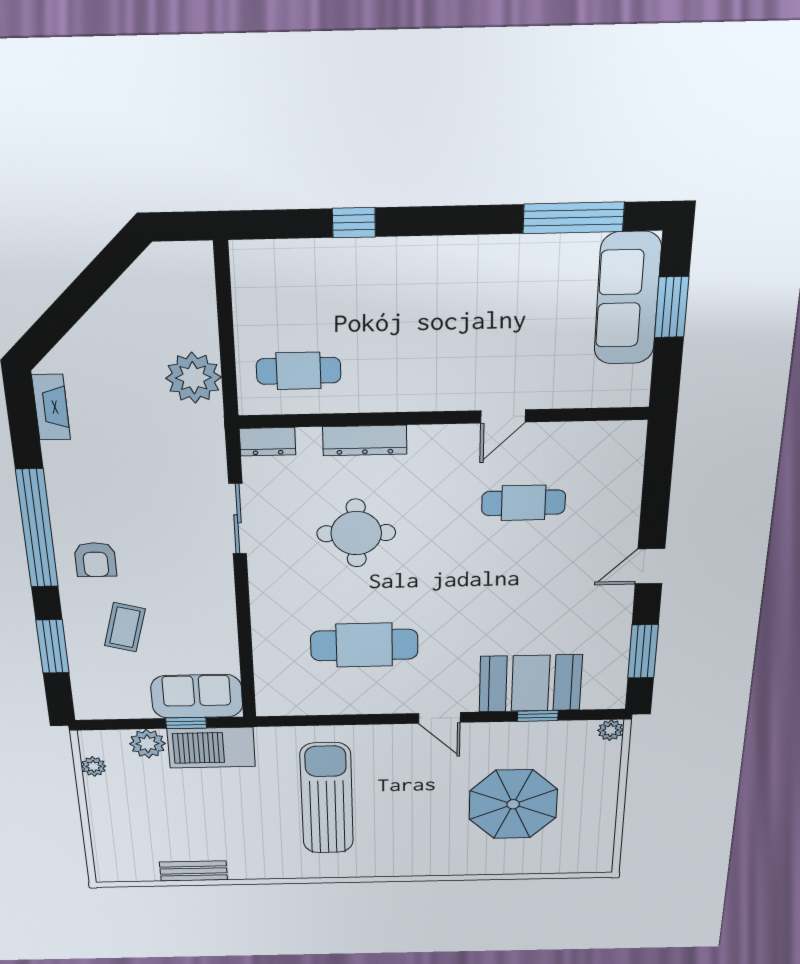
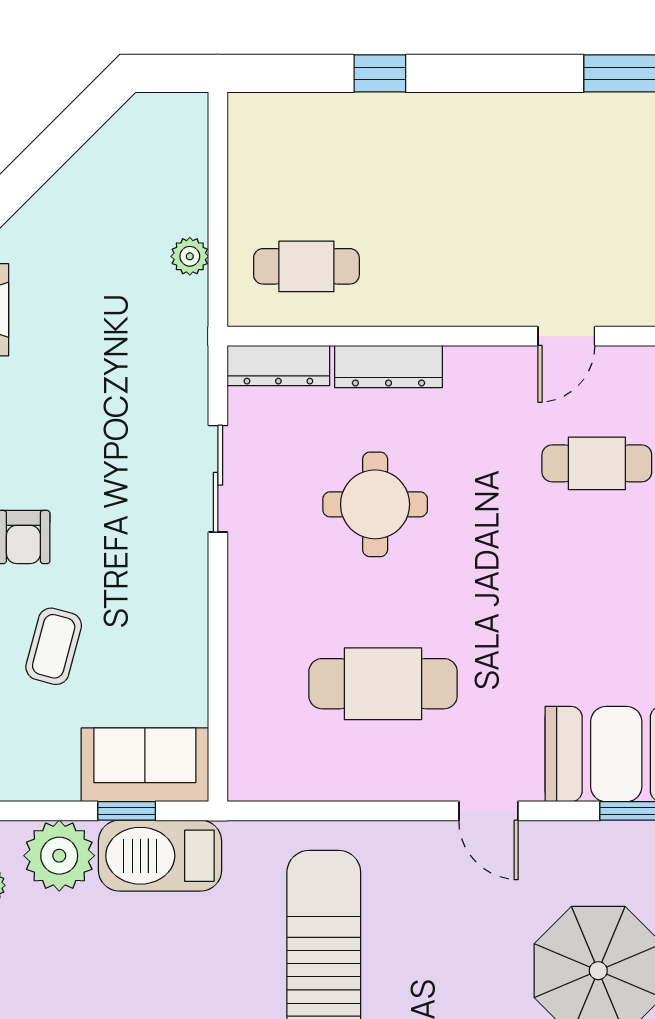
plant: (193, 378) -> (190, 256), width x0.53, depth x0.53
dresser: (268, 442) -> (278, 365), width x1.44
plant: (148, 744) -> (59, 856), width x1.36, depth x1.36

